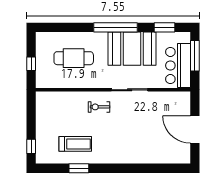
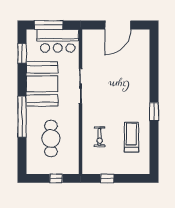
window: (116, 27) -> (22, 117), moved
exercise bike: (99, 107) -> (100, 137), moved
window: (31, 146) -> (107, 178), moved
window: (79, 168) -> (154, 112), moved

